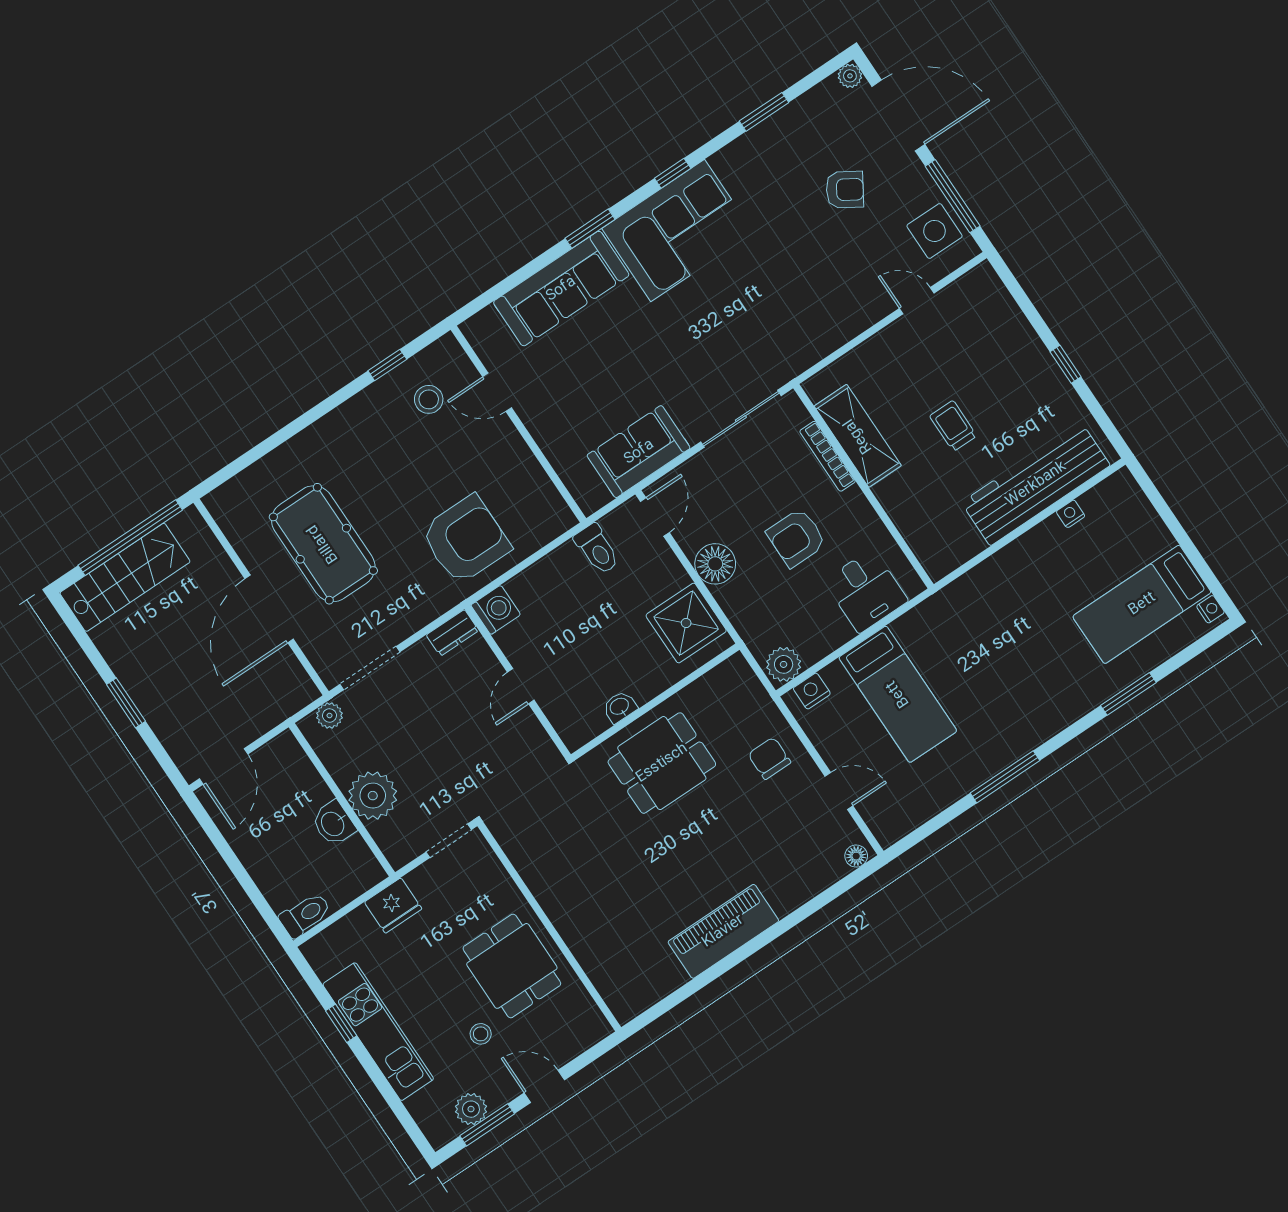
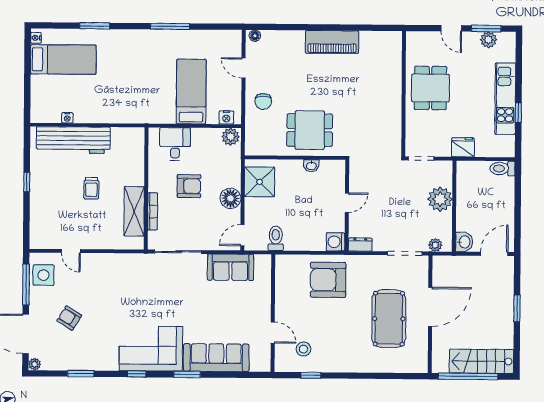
washbasin: (333, 823) -> (464, 242), moved
stool: (481, 1034) -> (463, 68), removed

